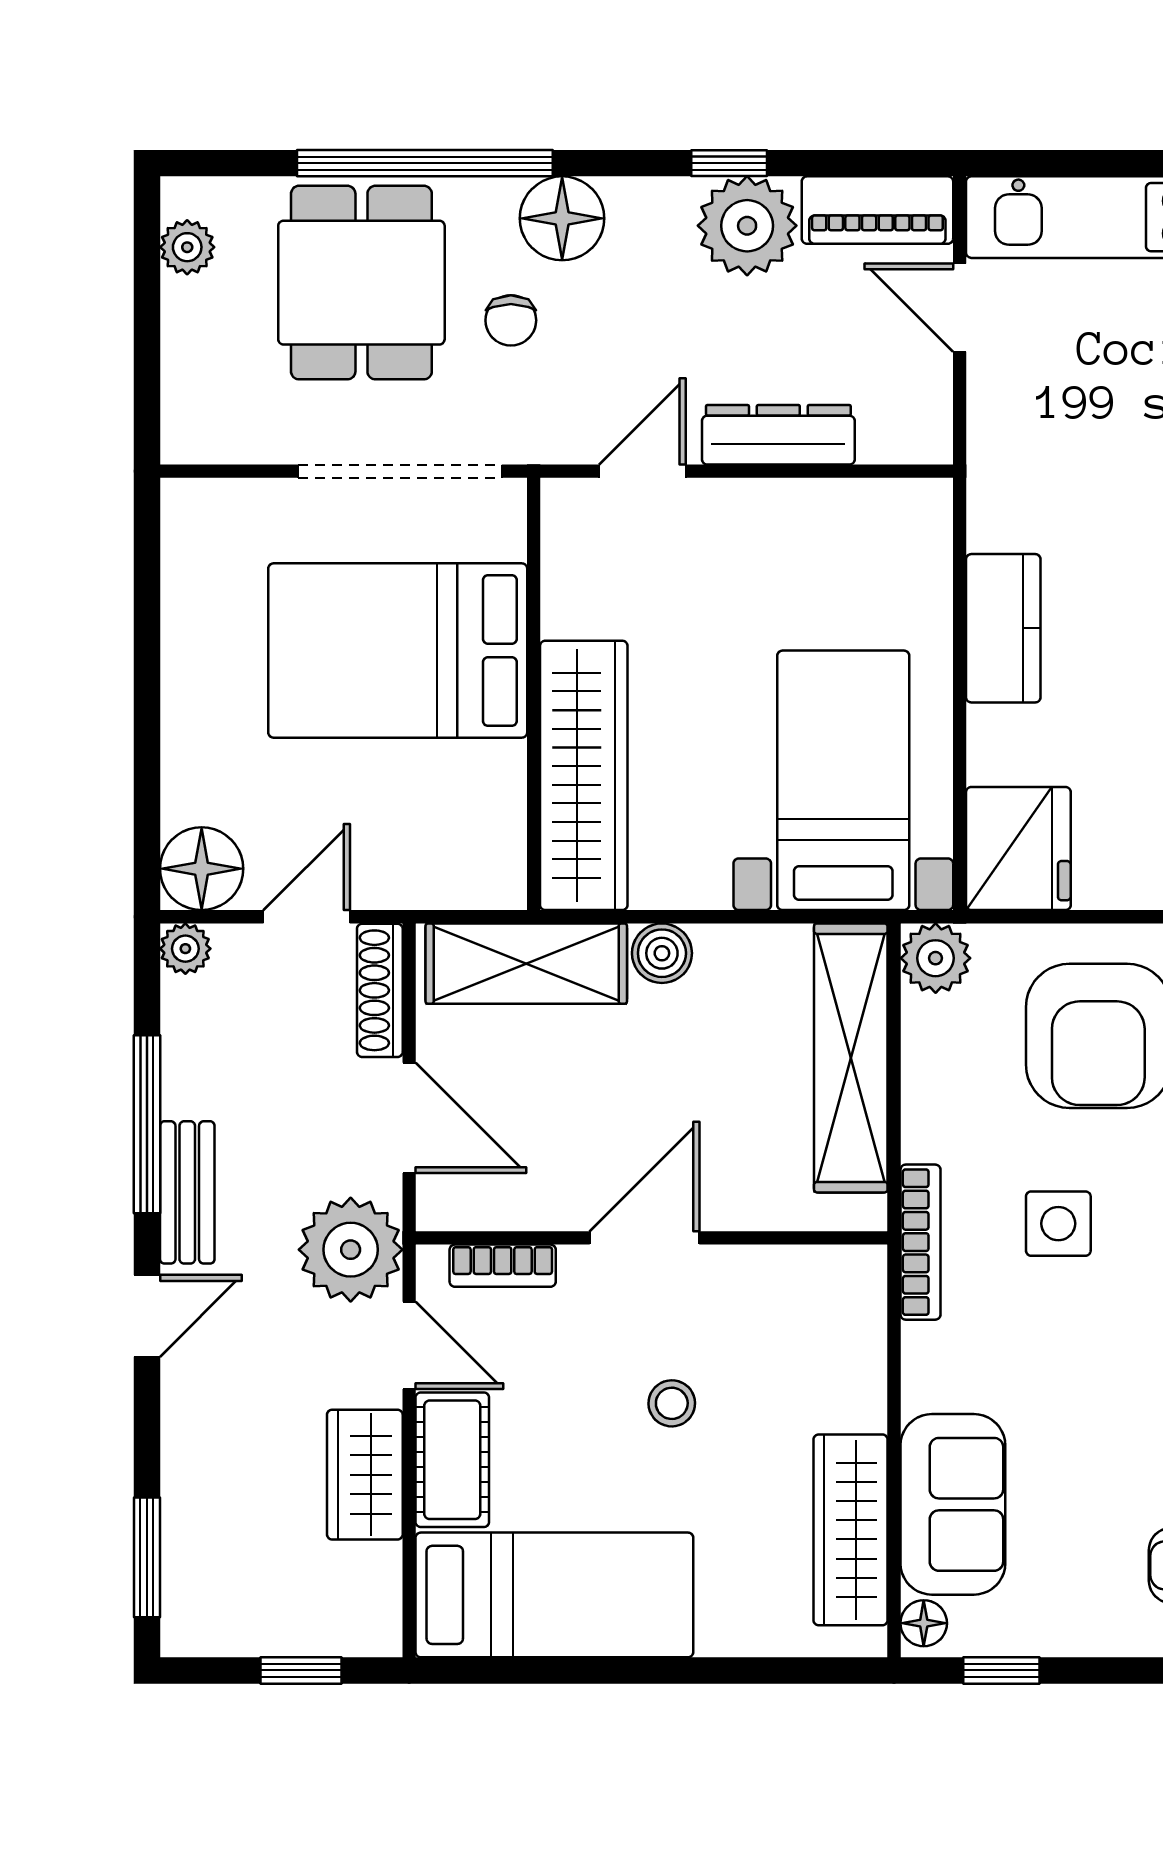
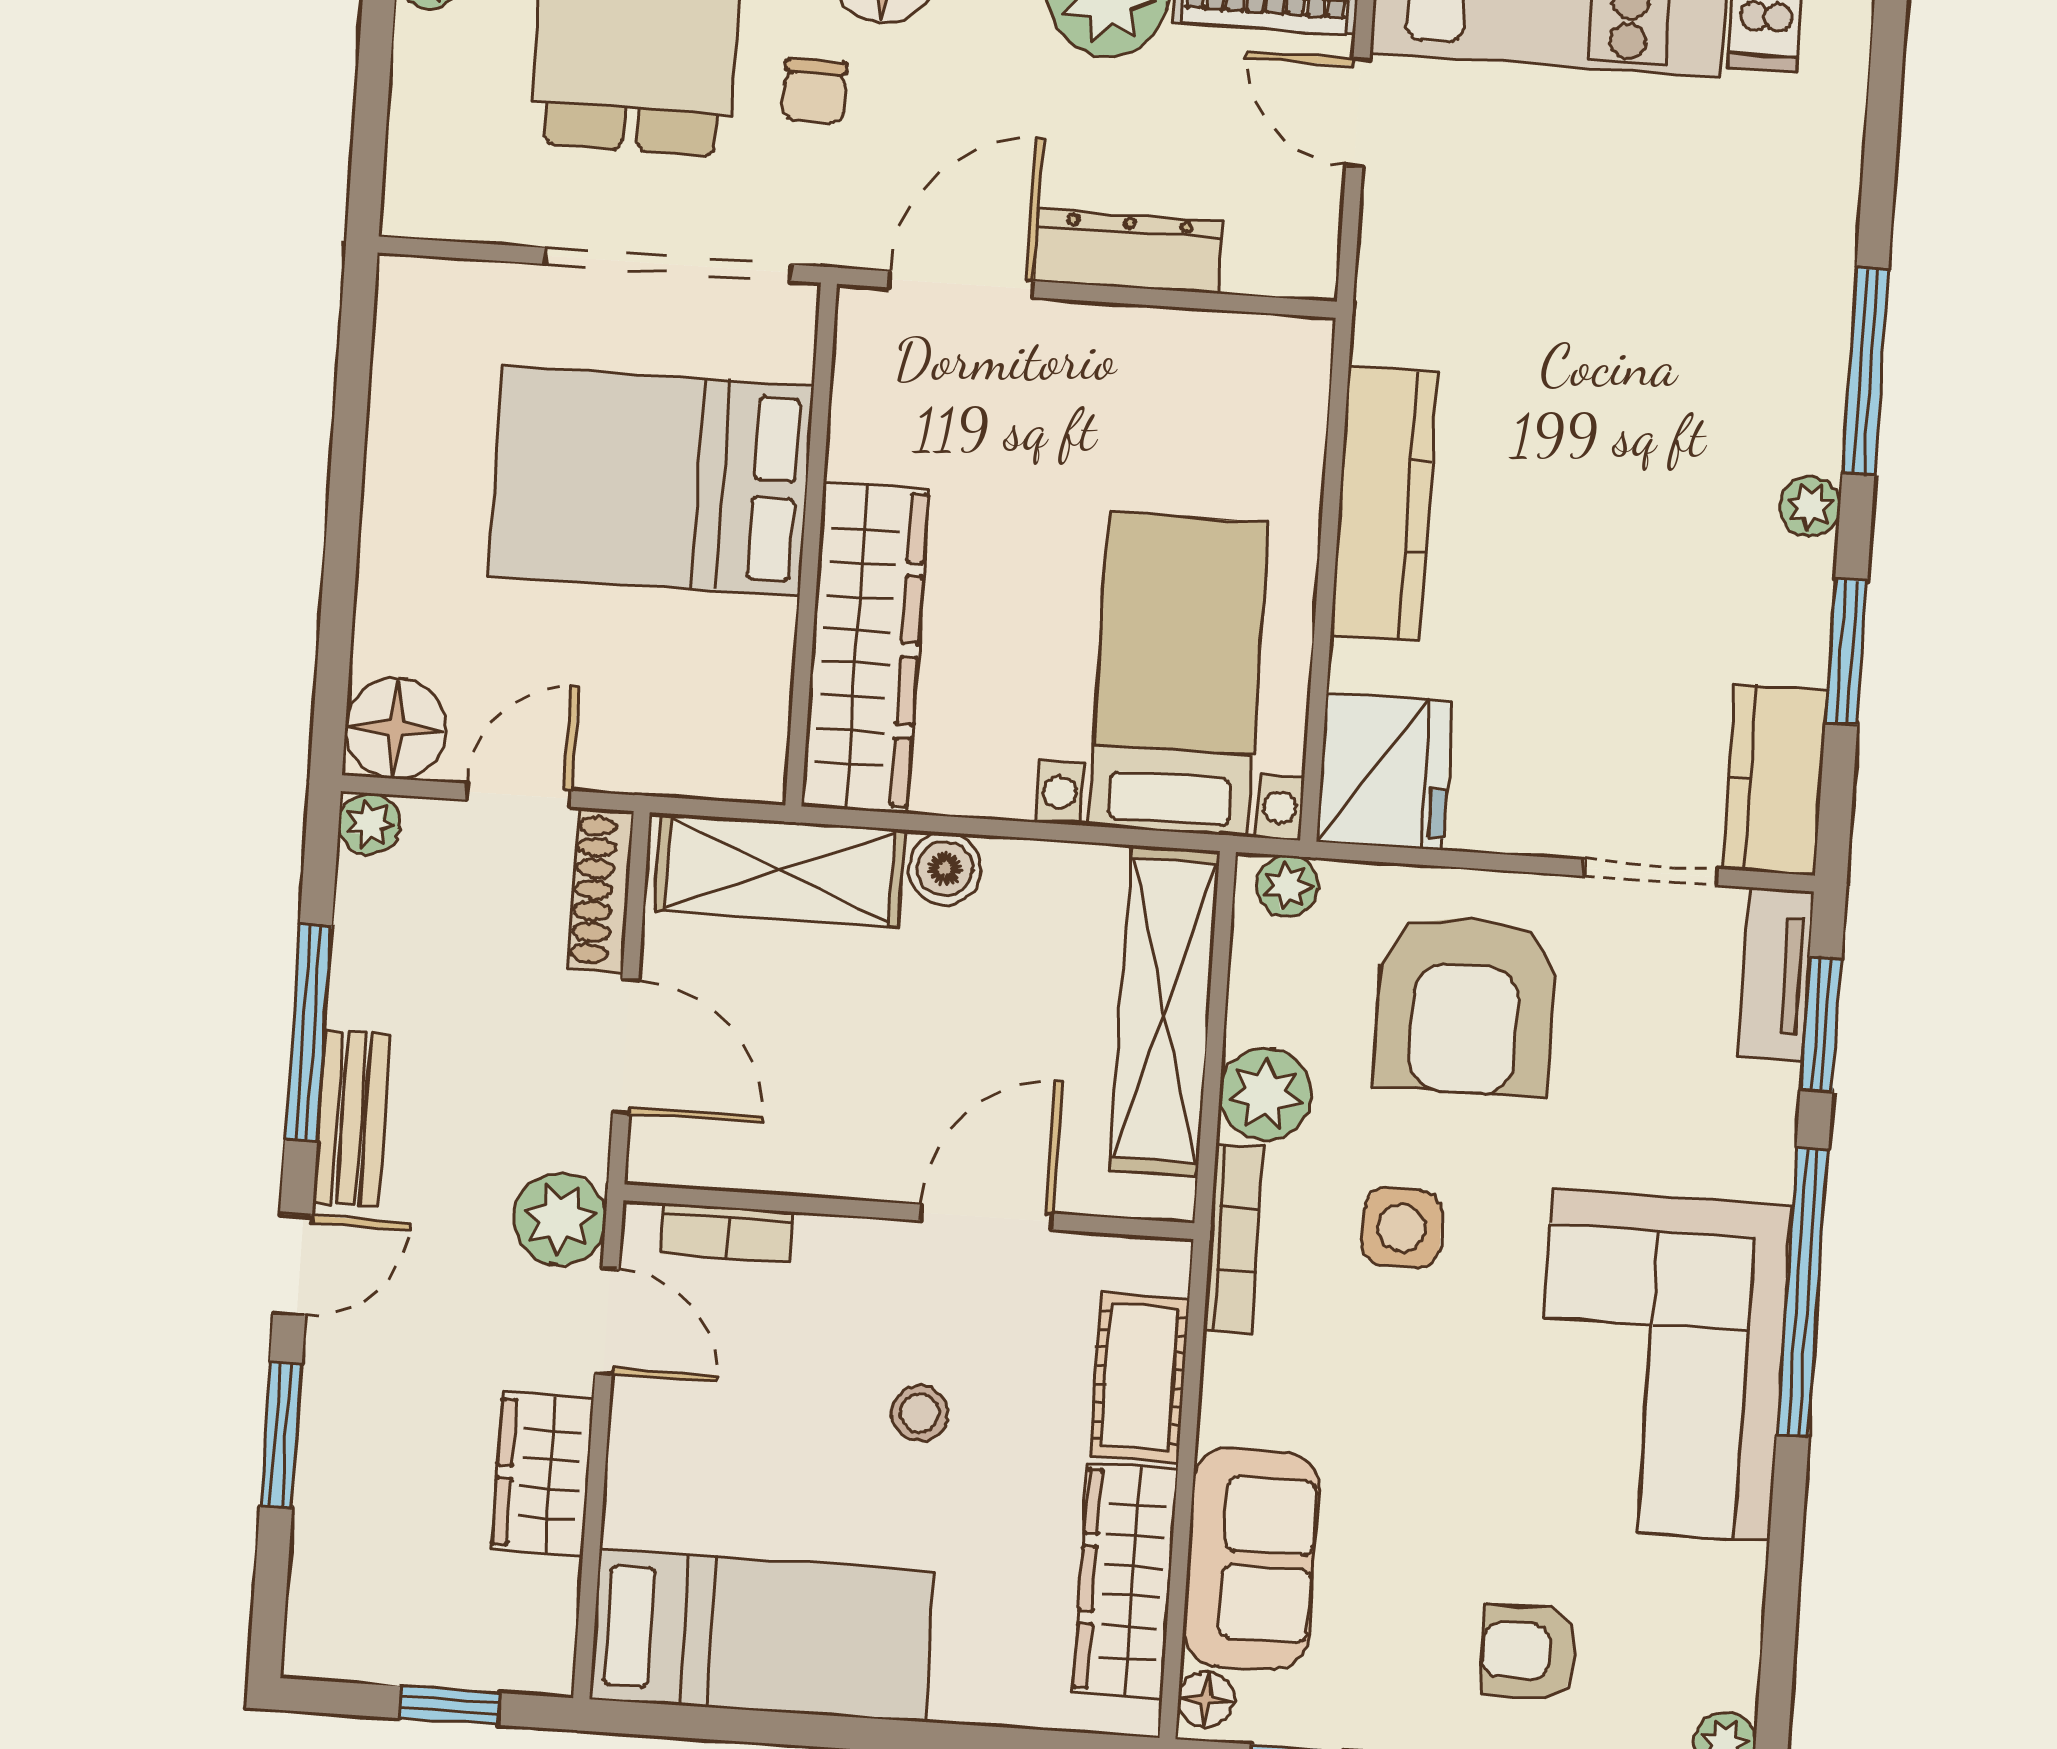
door: (642, 471) -> (961, 284), width x1.38
kitchen counter: (1003, 628) -> (1384, 504), width x1.50
plant: (936, 958) -> (1287, 886), width x0.73, depth x0.73
plant: (939, 1121) -> (1265, 1094), added
door: (644, 1238) -> (987, 1217), moved
plant: (351, 1250) -> (560, 1219), width x0.73, depth x0.73
cot: (452, 1460) -> (1140, 1378), moved
window: (147, 1557) -> (281, 1435), moved

